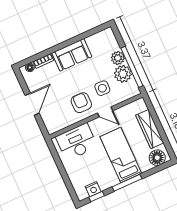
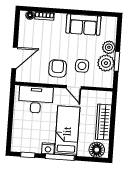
sofa: (72, 55) -> (83, 25), moved
window: (132, 67) -> (117, 61), width x0.47
door: (32, 104) -> (15, 58), moved
nightstand: (93, 189) -> (48, 148), moved

